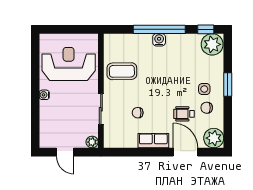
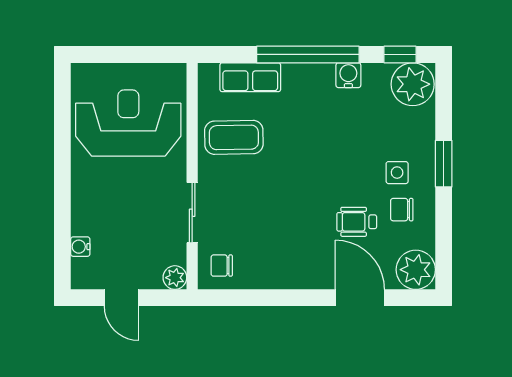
water cooler: (159, 40) -> (348, 75), moved
water cooler: (44, 95) -> (80, 247), moved
chair: (138, 113) -> (222, 266), moved
row of seats: (153, 141) -> (250, 77), moved, turned 180

